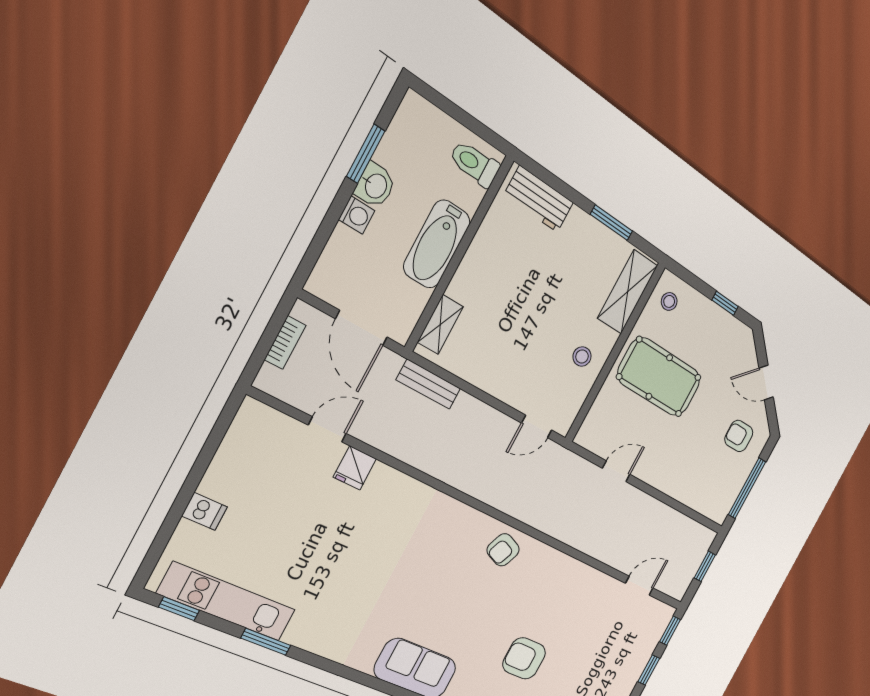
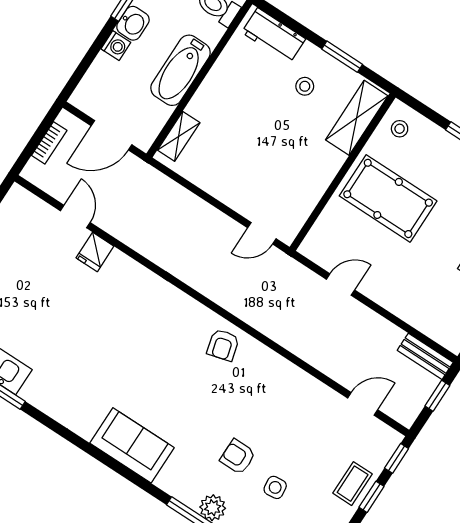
door: (362, 328) -> (112, 135), hinge flipped
stool: (582, 356) -> (305, 86), moved
bench: (429, 384) -> (425, 356), moved
door: (327, 429) -> (75, 217), hinge flipped
armchair: (503, 550) -> (223, 345), turned -37
armchair: (524, 658) -> (238, 457), width x0.72, depth x0.72
coffee table: (632, 662) -> (353, 484), added
side table: (561, 680) -> (275, 487), added

